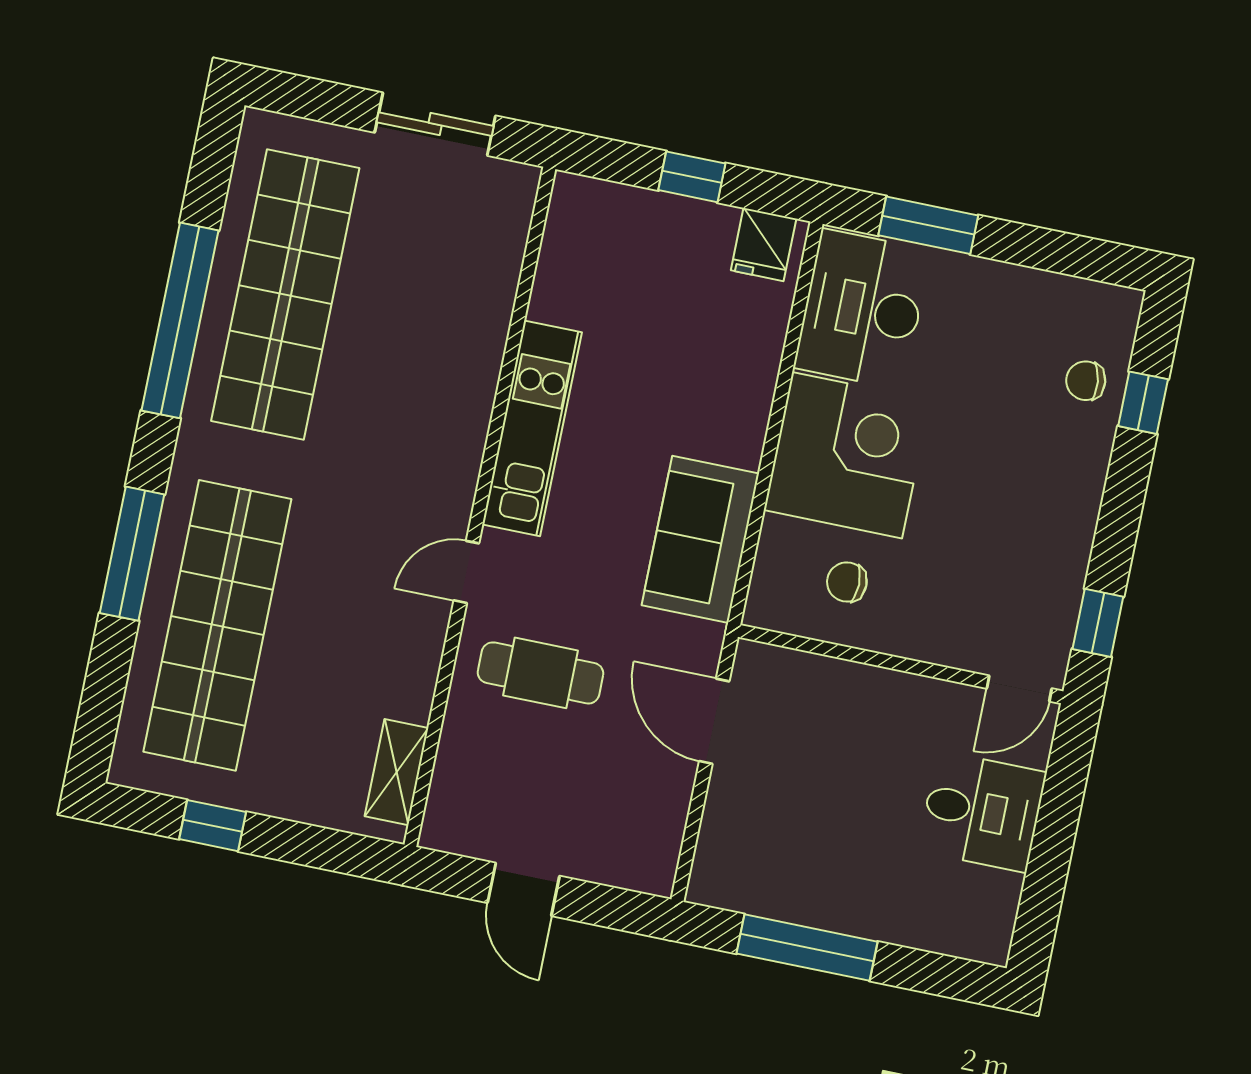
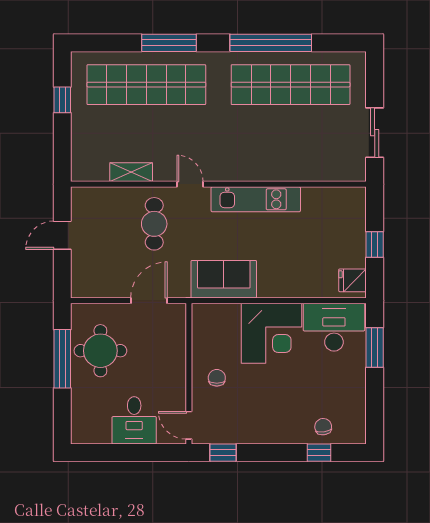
chair: (847, 582) -> (217, 378), moved
shelving: (396, 772) -> (131, 172), moved
round table: (806, 856) -> (100, 351), added

